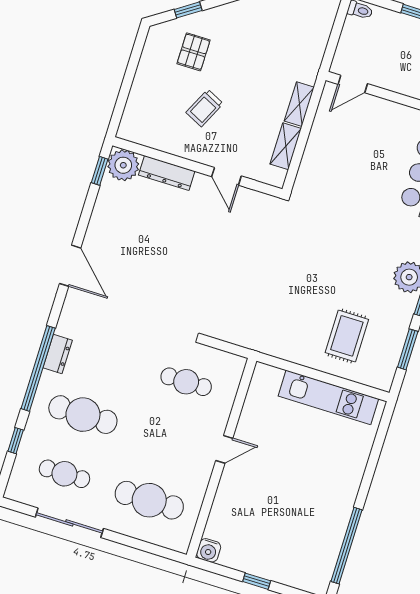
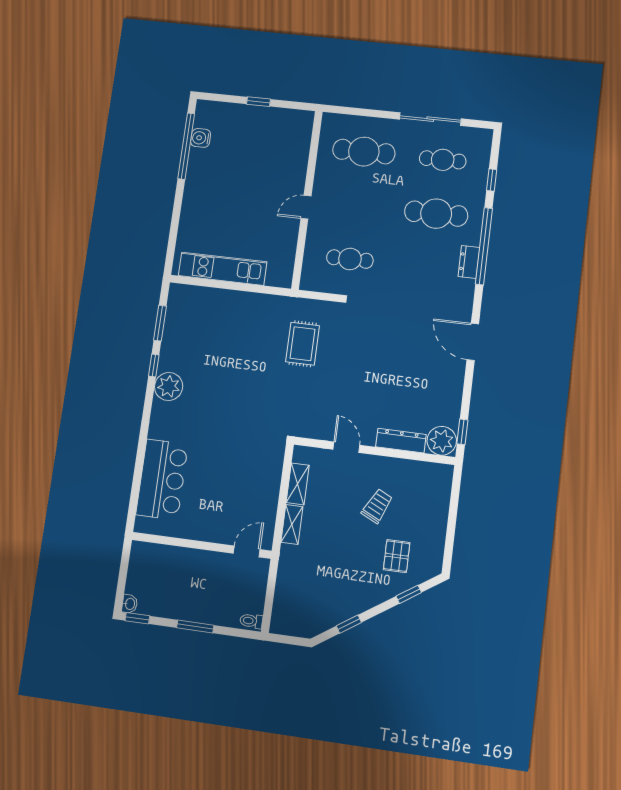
rug: (347, 336) -> (303, 344), moved
water cooler: (209, 550) -> (201, 138), moved, turned -90

